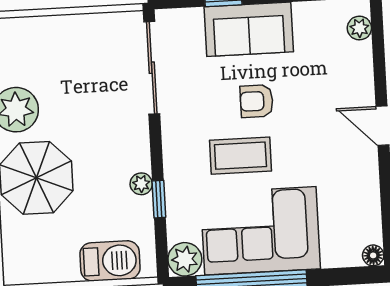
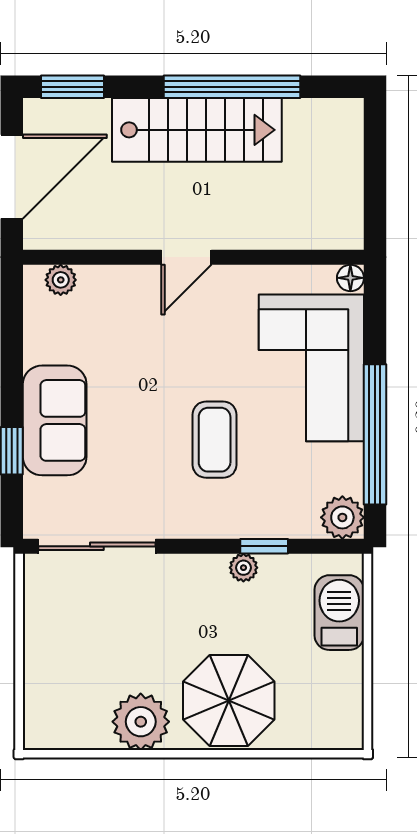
armchair: (257, 101) -> (146, 415), removed
corner sofa: (260, 231) -> (311, 368), moved

